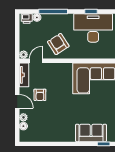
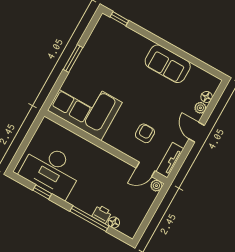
printer: (27, 18) -> (102, 214), moved
armchair: (58, 44) -> (106, 175), removed
armchair: (40, 95) -> (145, 133), moved
sofa: (91, 133) -> (168, 64), moved

